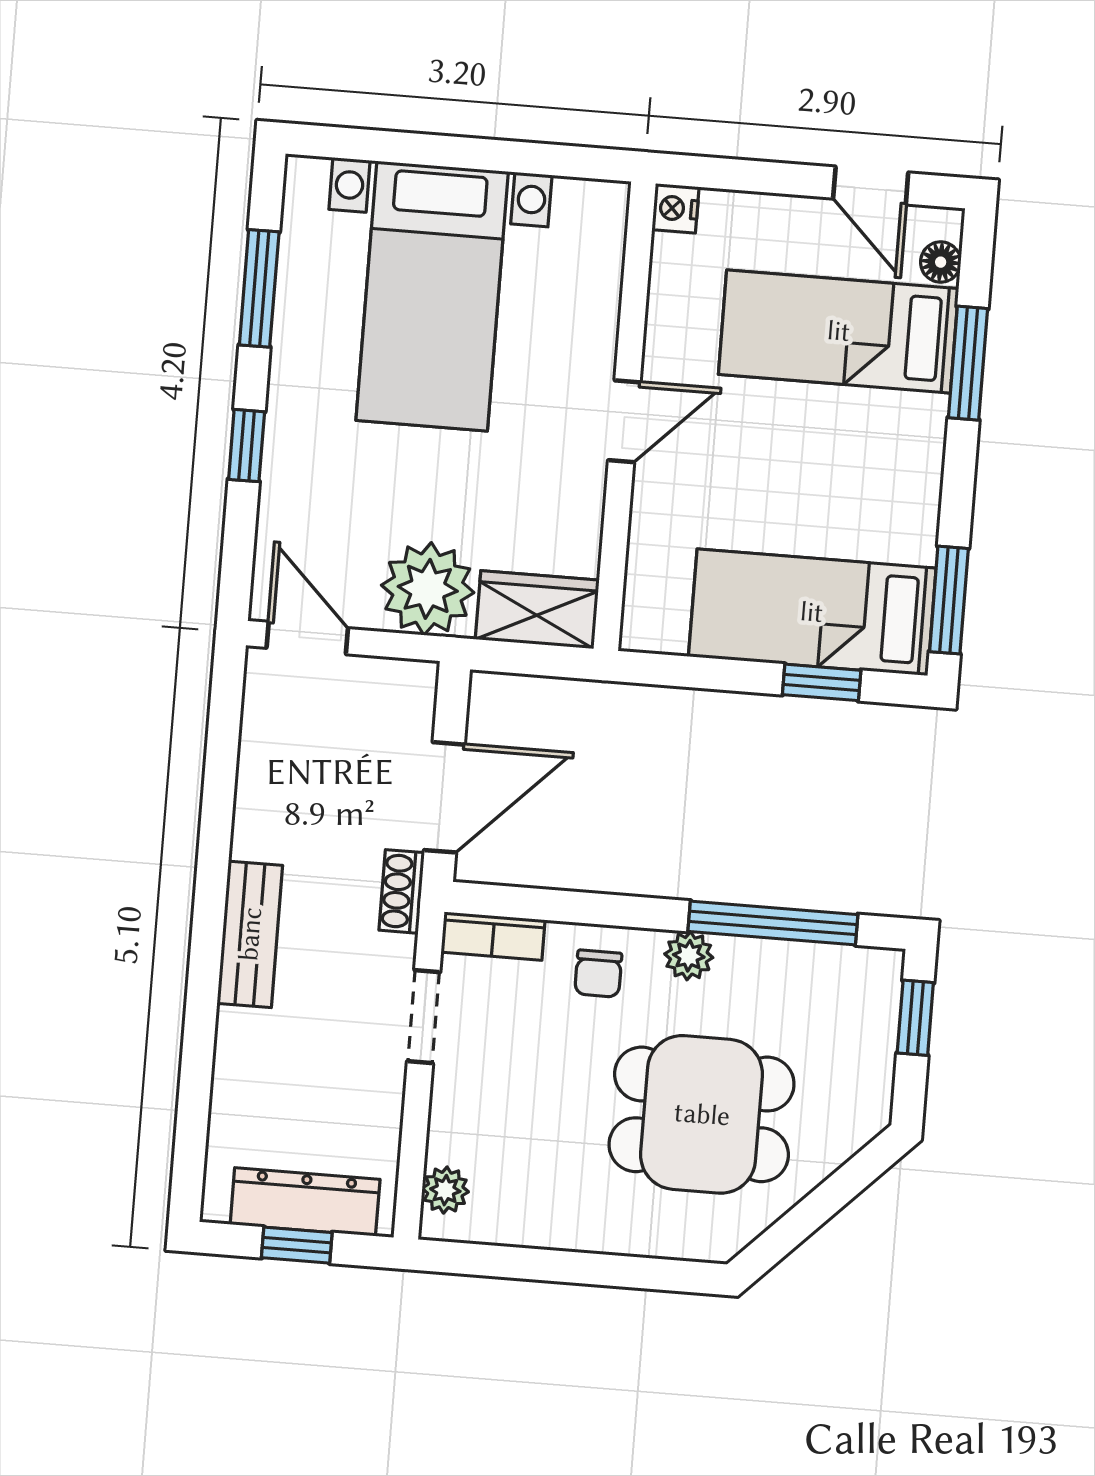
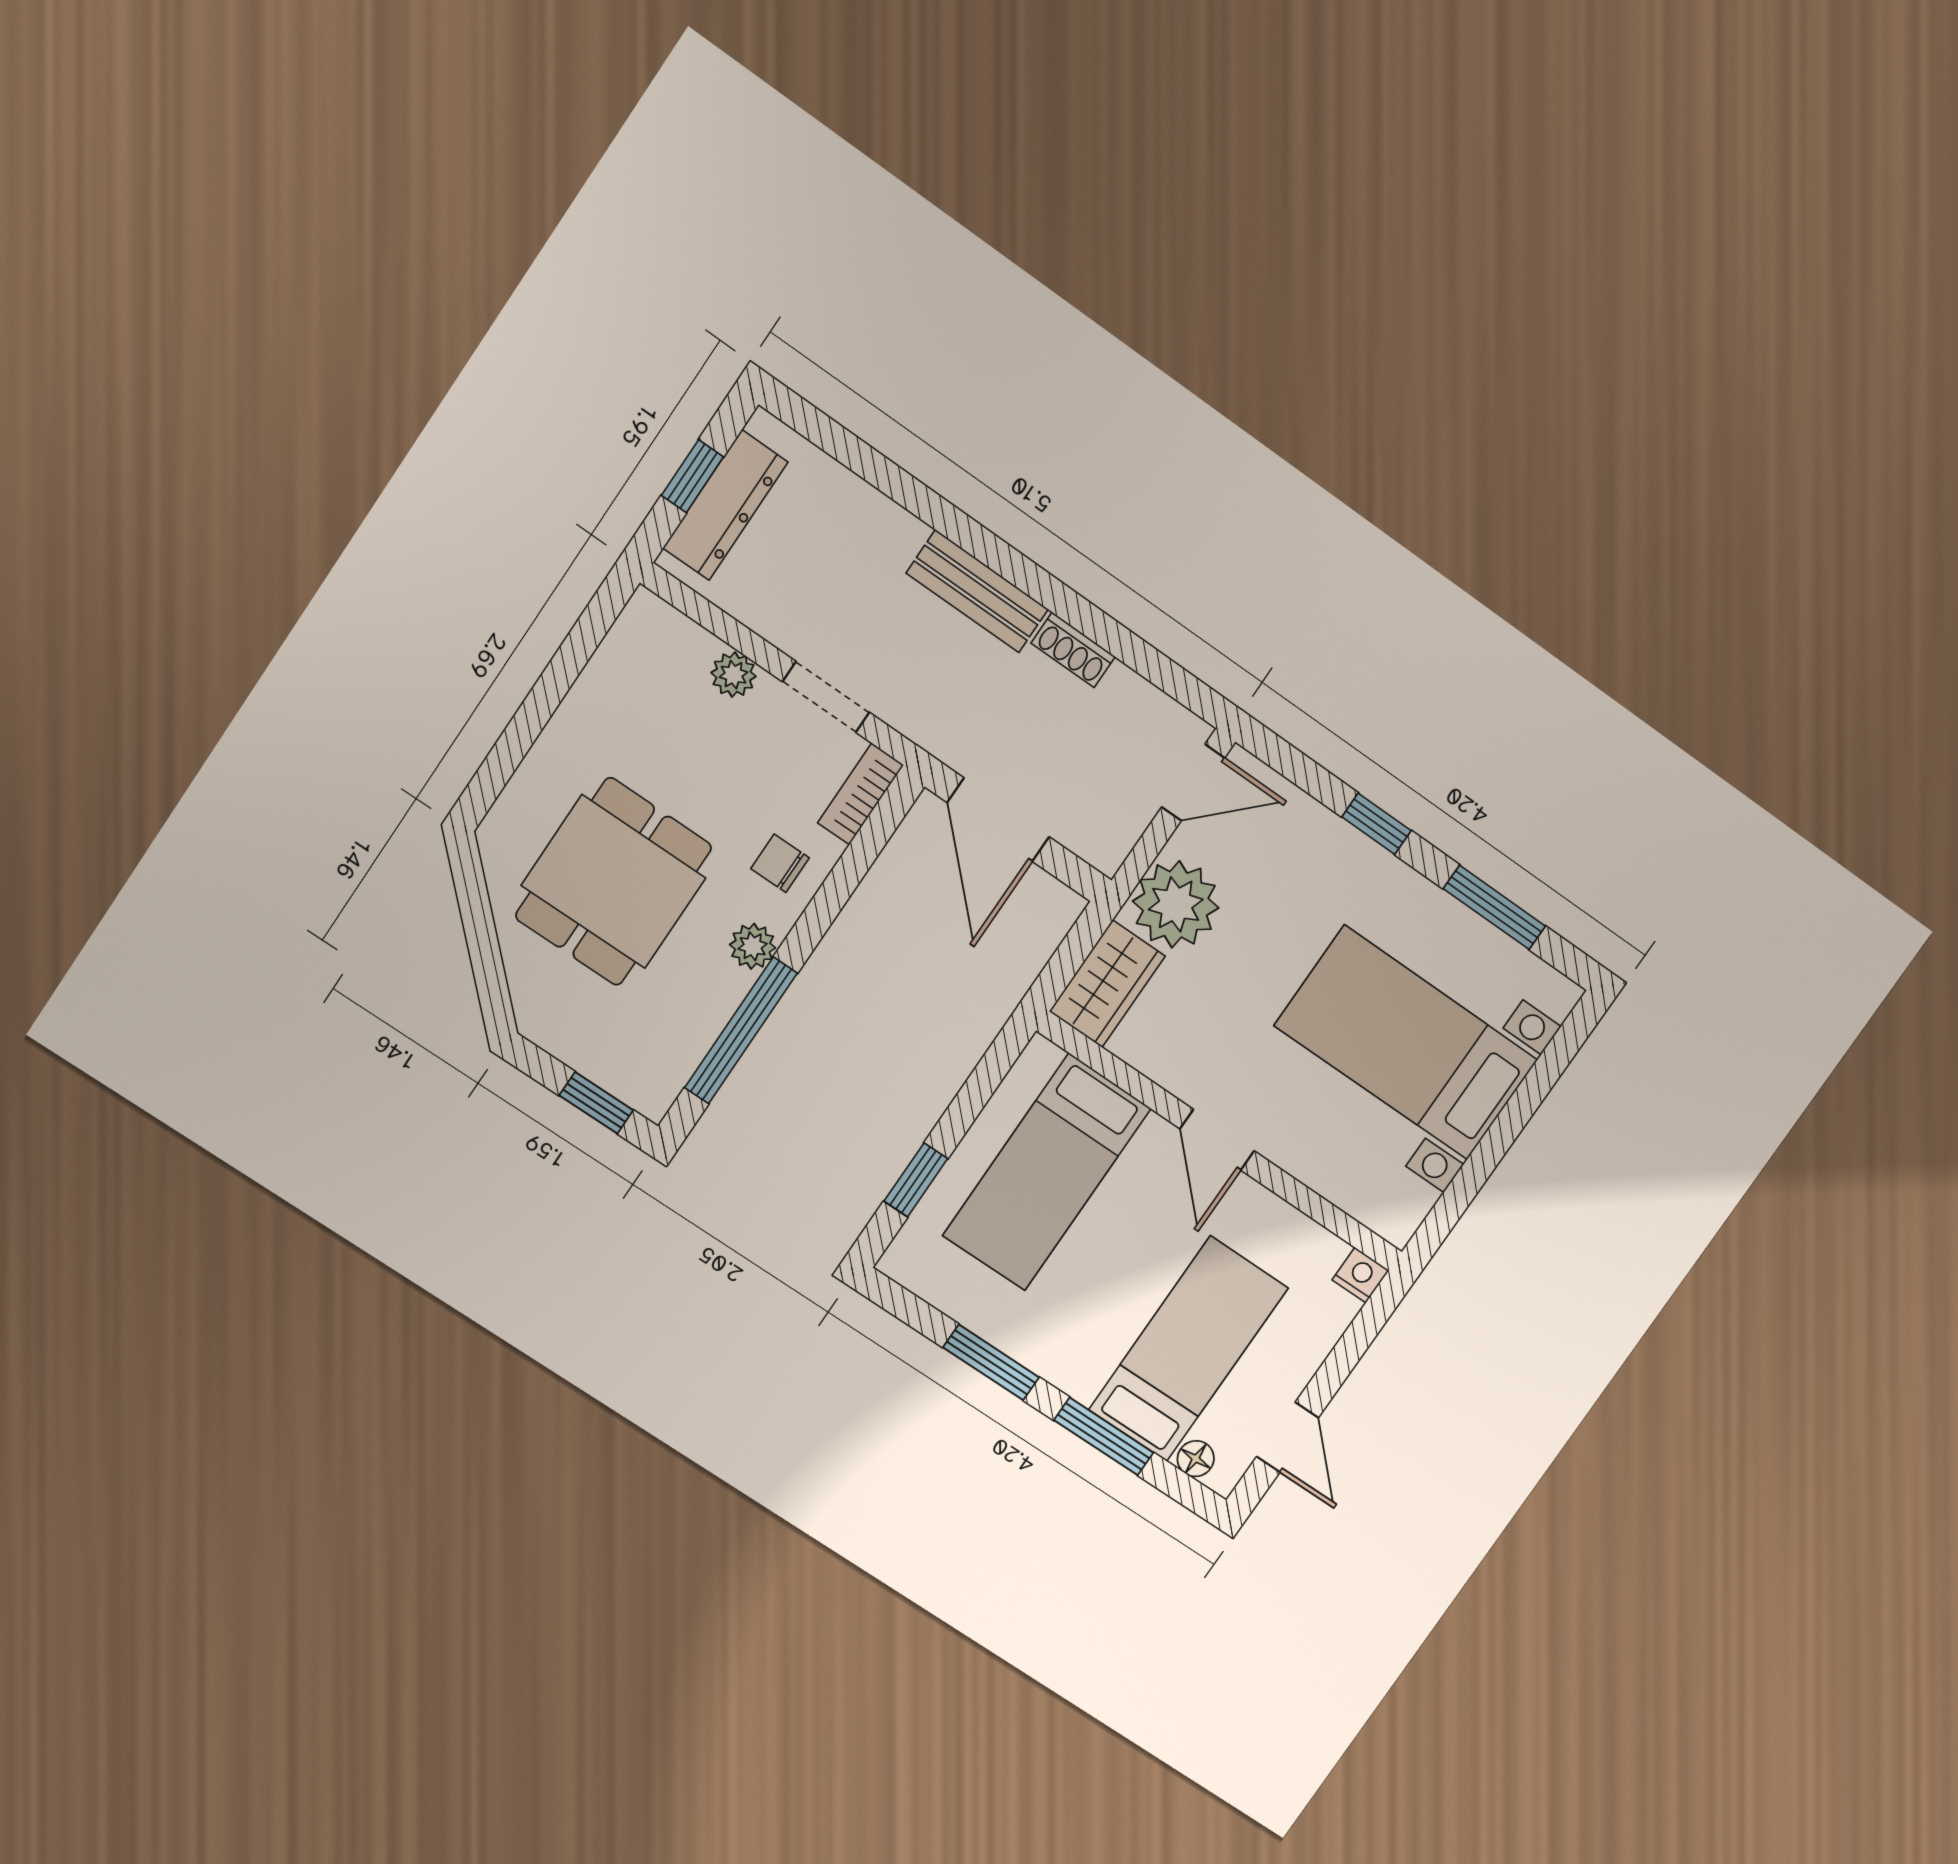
door: (871, 185) -> (1288, 1437), swing flipped
window: (949, 600) -> (991, 1362), moved
bed: (812, 612) -> (1047, 1172), moved, turned 180
shoe rack: (402, 891) -> (1073, 650), moved, turned 180
plant: (445, 1190) -> (734, 675), moved

